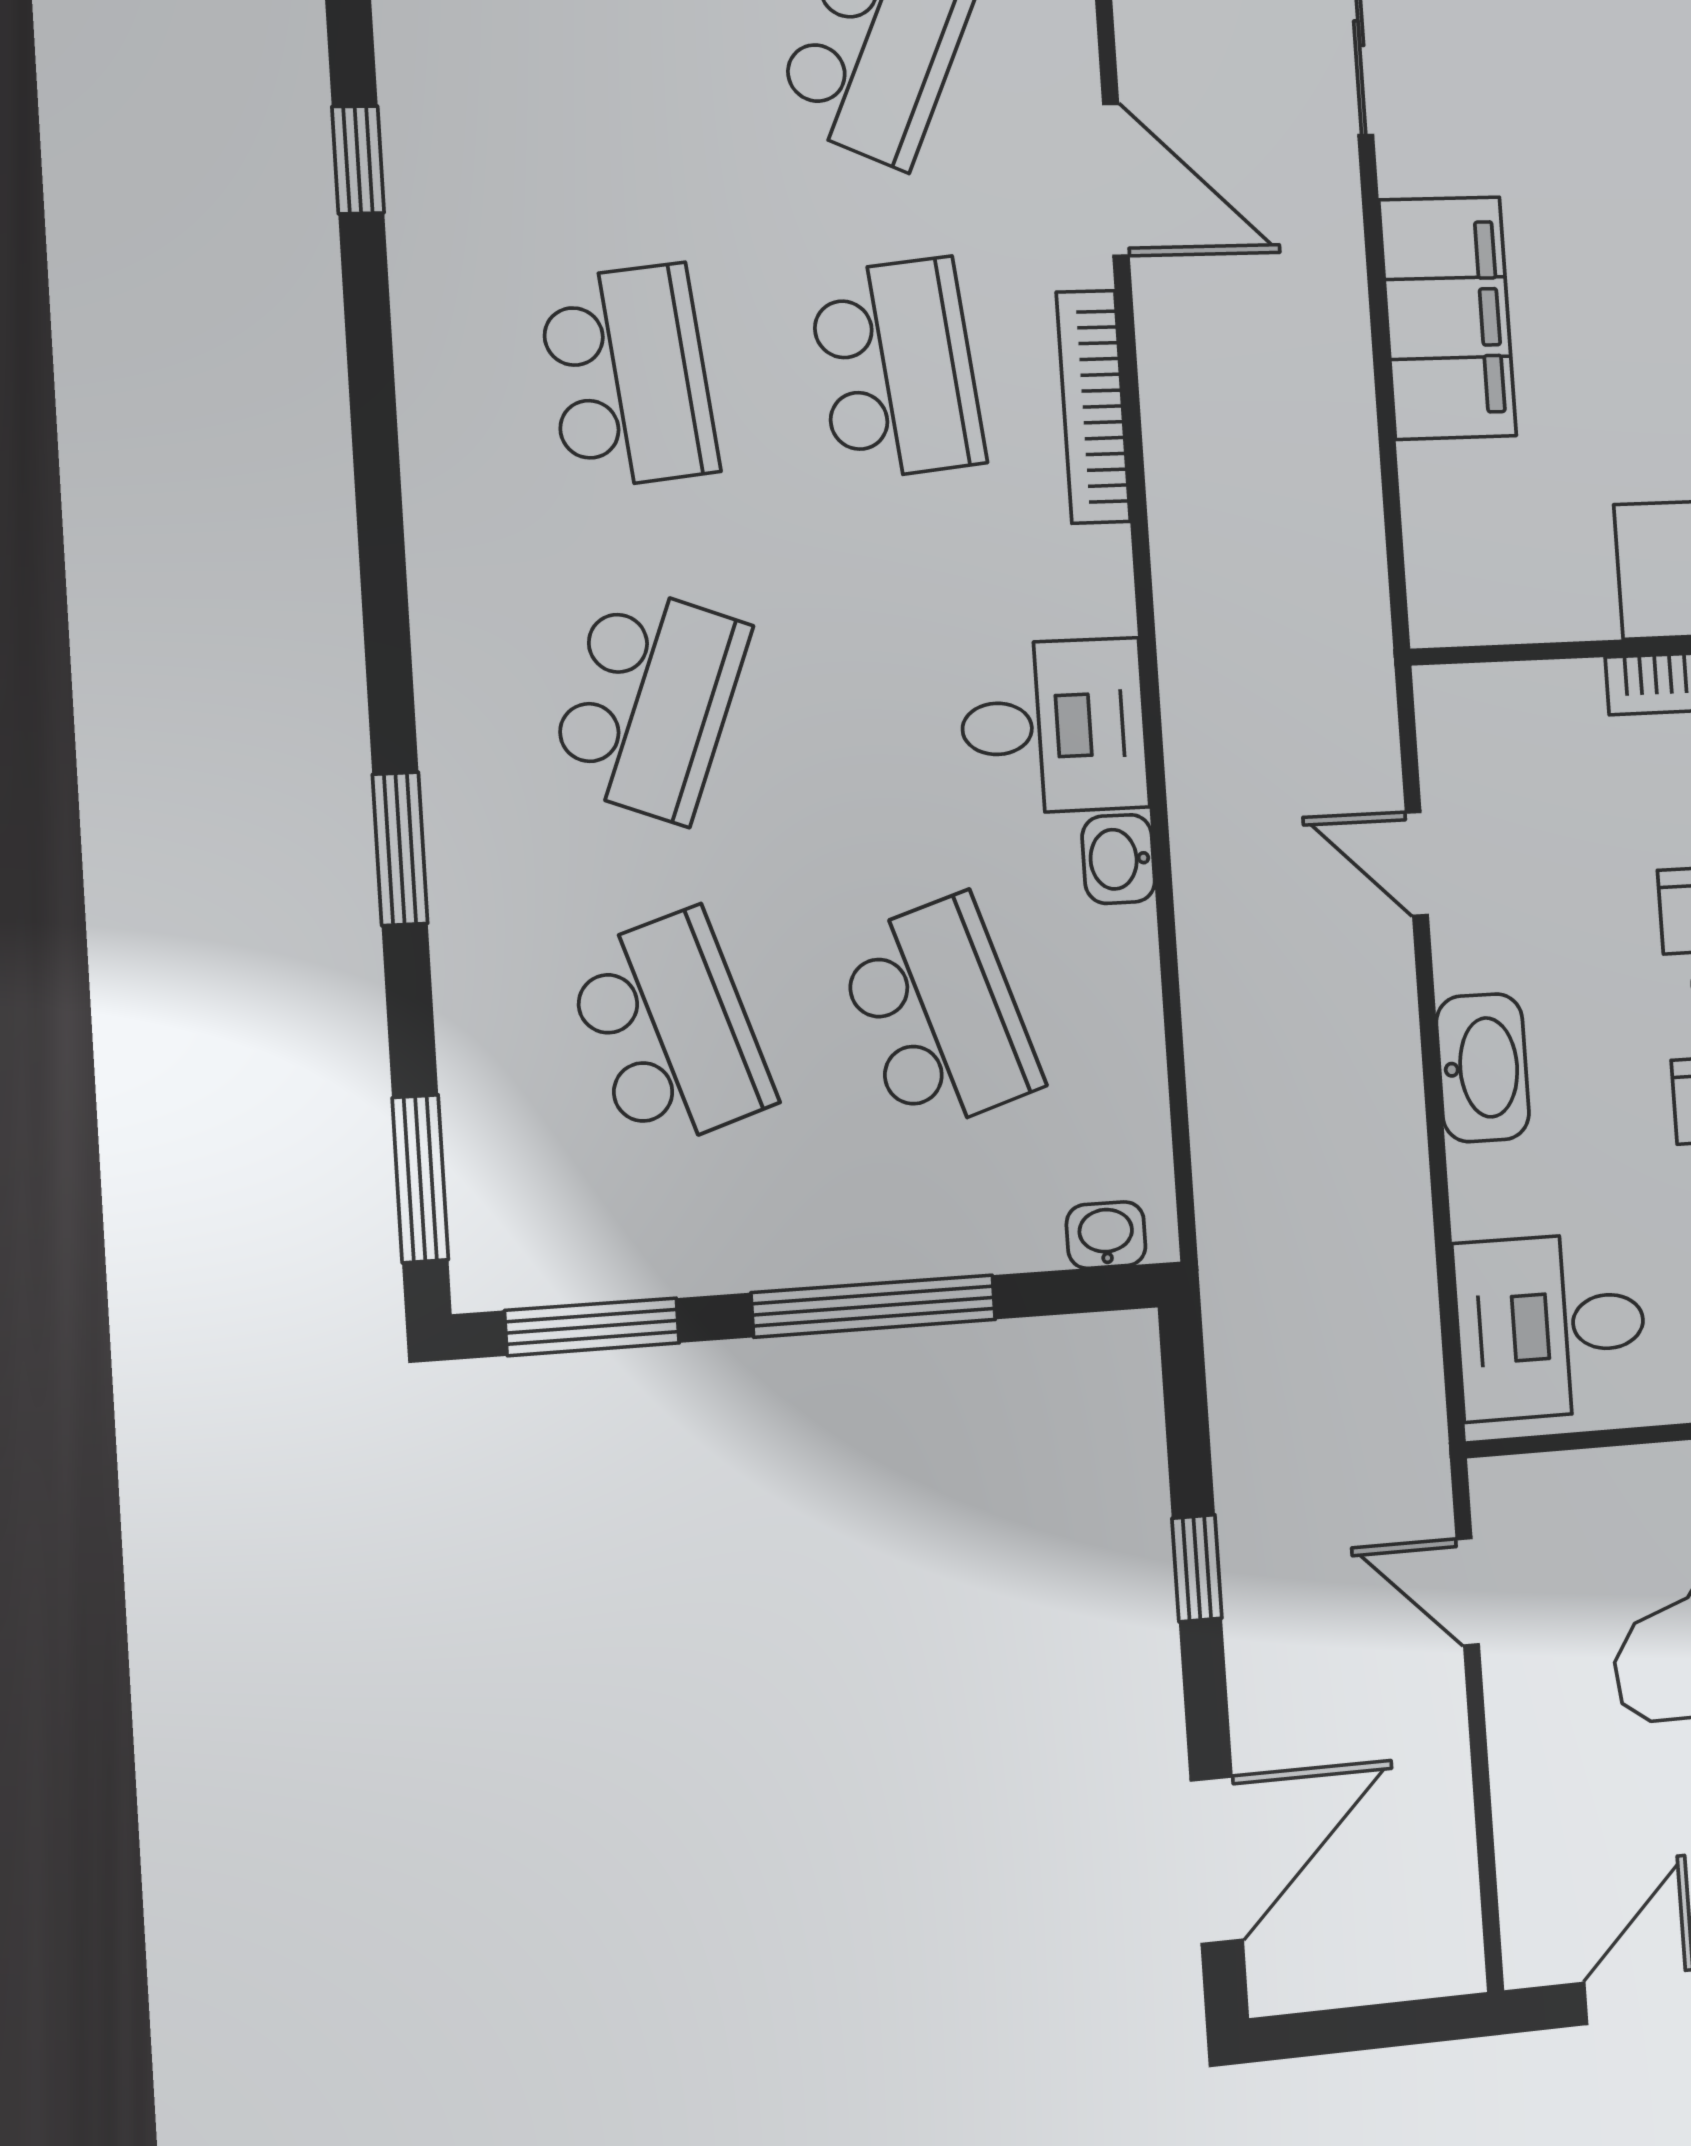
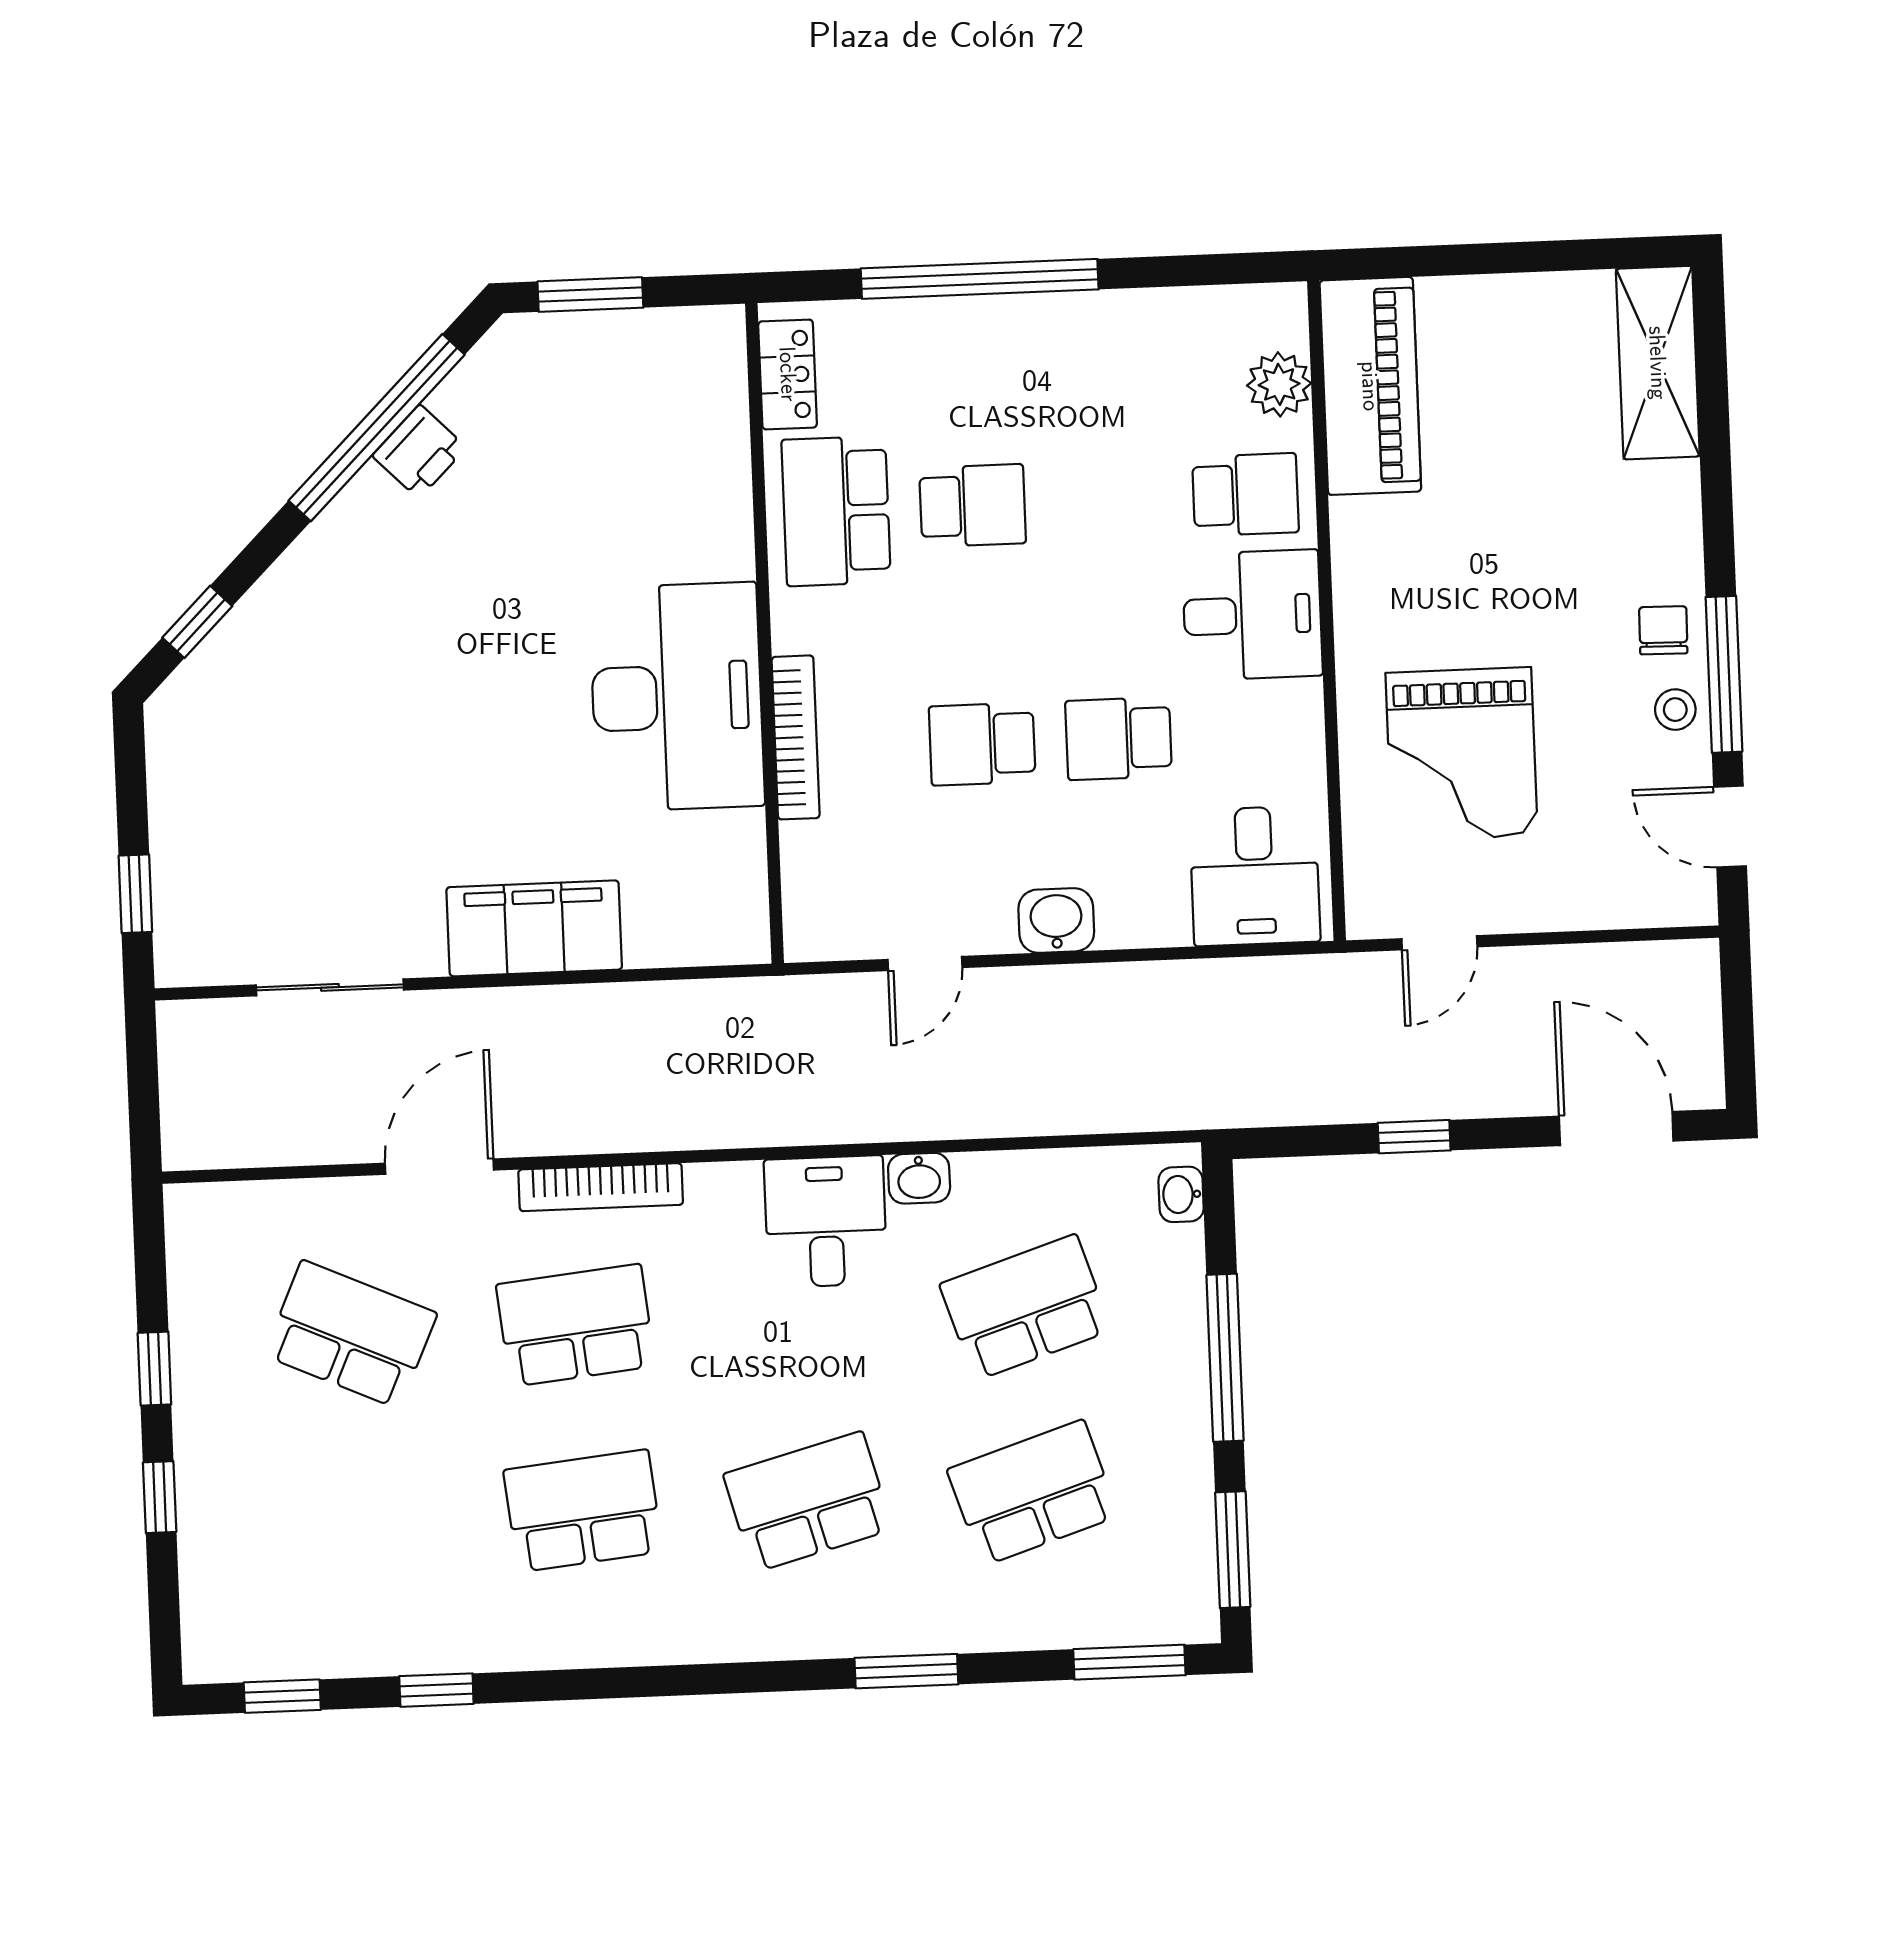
school desk: (649, 703) -> (808, 1502), turned -36
washbasin: (1483, 1068) -> (1056, 920), width x0.72

